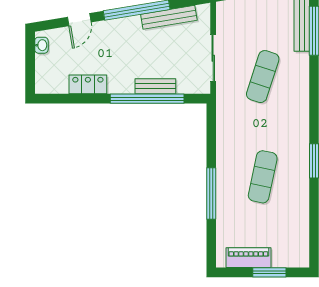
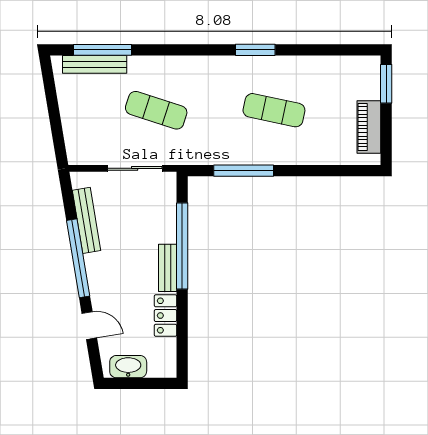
washbasin: (41, 45) -> (128, 367), width x1.91, depth x1.45
bench: (155, 86) -> (168, 268), moved
window: (211, 193) -> (244, 171), moved
window: (269, 272) -> (386, 84), moved

